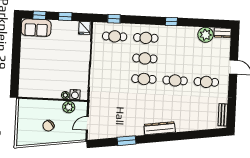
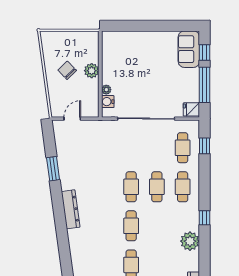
window: (65, 16) -> (205, 85), width x2.17
plant: (206, 35) -> (190, 241), moved
plant: (69, 107) -> (92, 71), moved
door: (87, 123) -> (72, 119), hinge flipped

